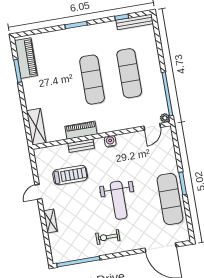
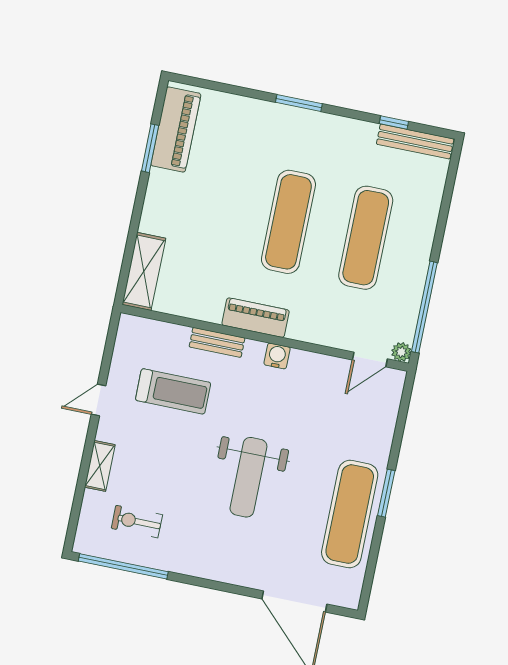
piano: (81, 130) -> (256, 318), moved
exercise bike: (108, 237) -> (137, 522), moved

